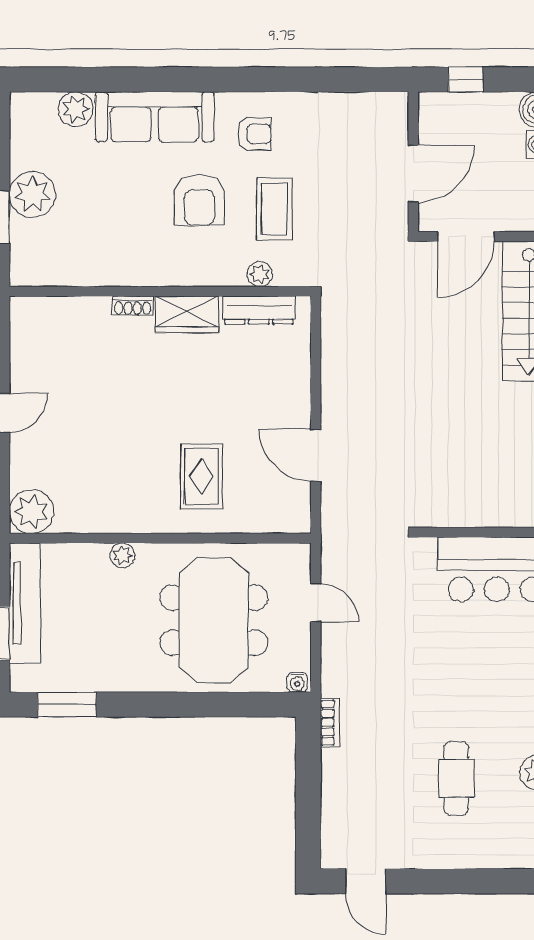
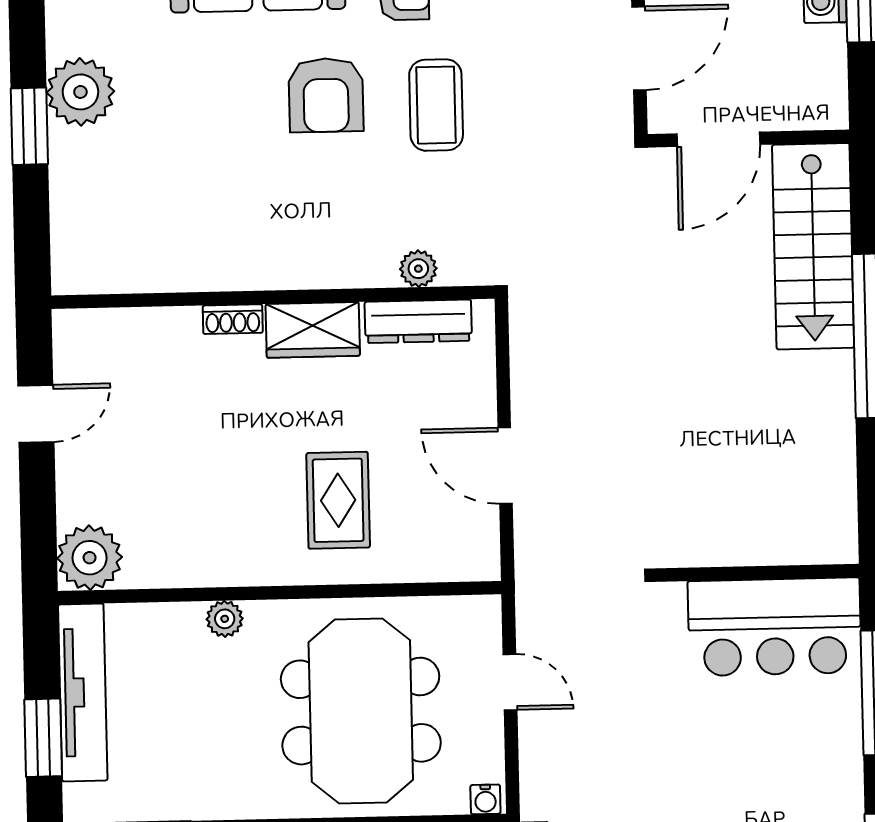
plant: (260, 274) -> (418, 269), moved
wall: (160, 291) -> (273, 297), moved
shoe rack: (133, 306) -> (233, 319), moved
dresser: (259, 310) -> (418, 321), moved
wardrobe: (187, 314) -> (313, 330), moved

